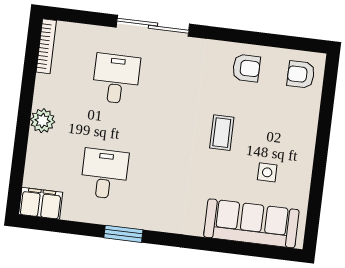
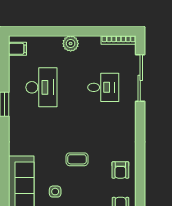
sliding door: (153, 26) -> (140, 78), moved
desk: (104, 174) -> (41, 87), width x1.37
filing cabinet: (41, 203) -> (17, 49), width x0.50

